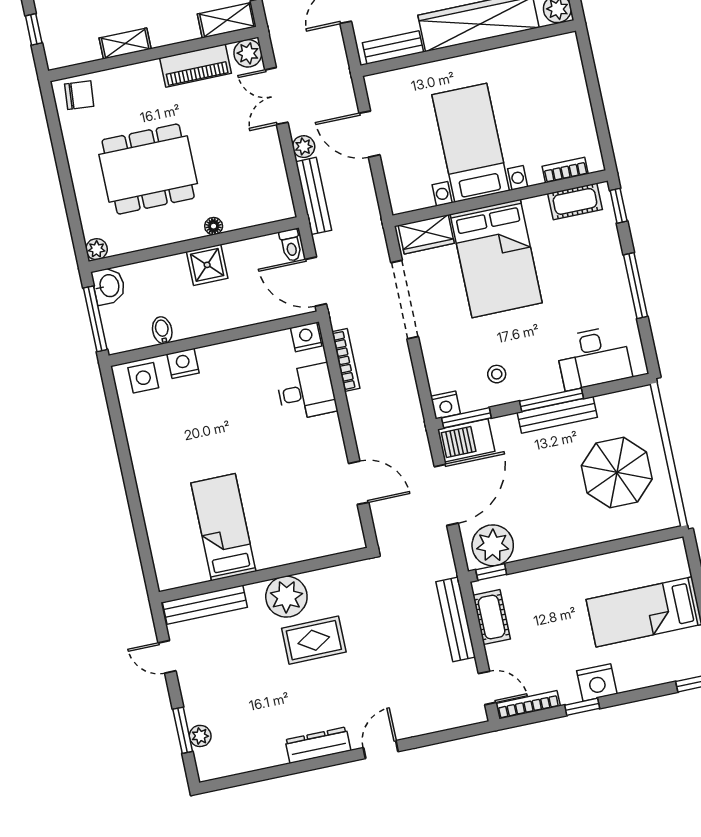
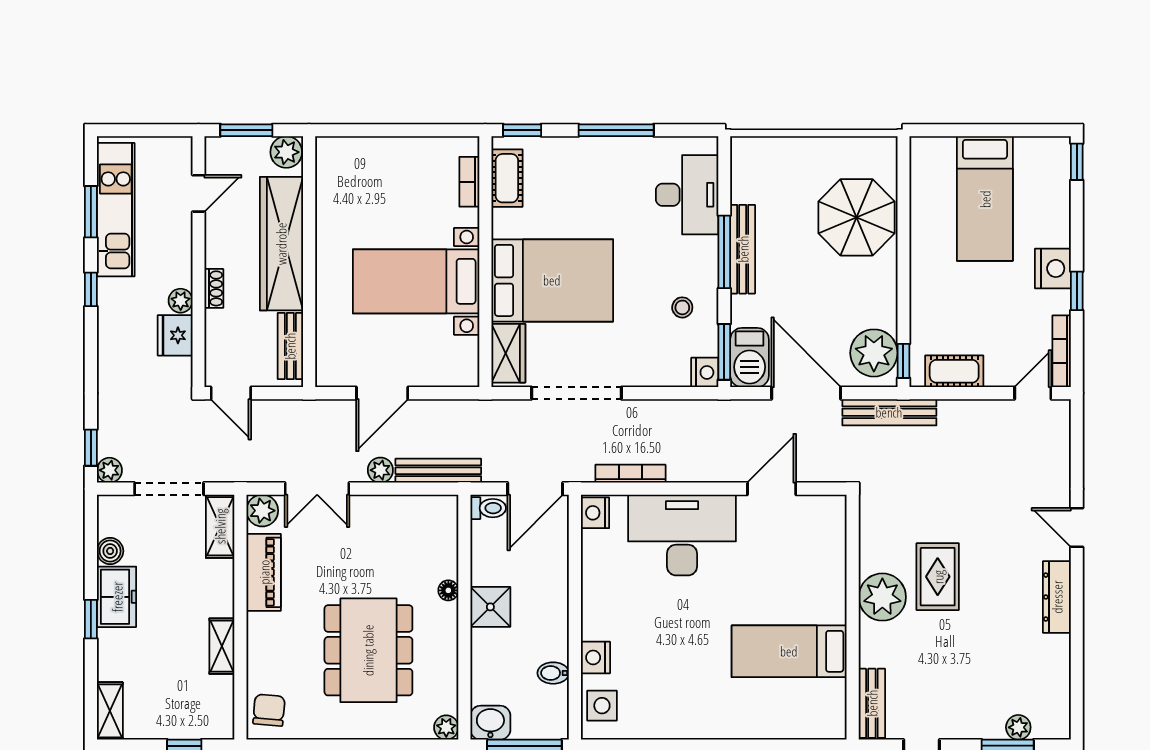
desk: (306, 392) -> (682, 535), width x1.87, depth x1.30
parasol: (617, 472) -> (856, 217), moved
bench: (205, 605) -> (872, 703), width x0.73
bench: (456, 619) -> (889, 412), moved

